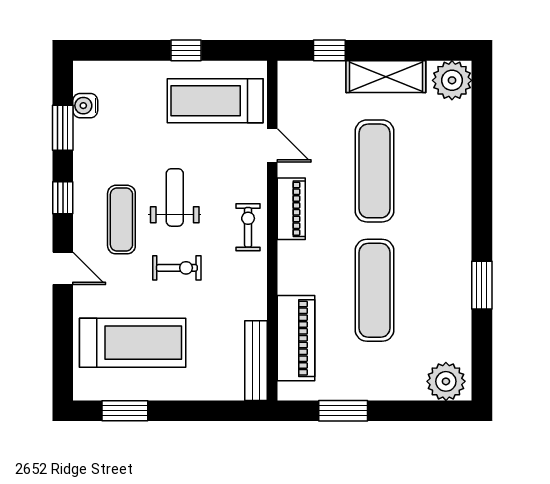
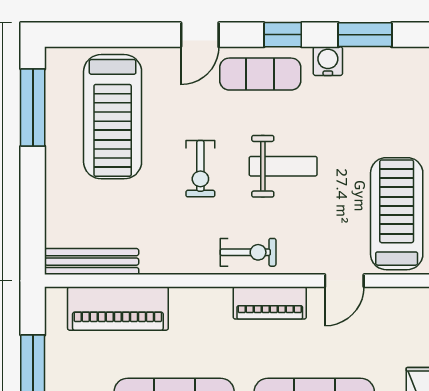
water cooler: (85, 106) -> (328, 61), moved
exercise mat: (121, 220) -> (260, 74), moved
window: (125, 411) -> (33, 108), width x1.44

